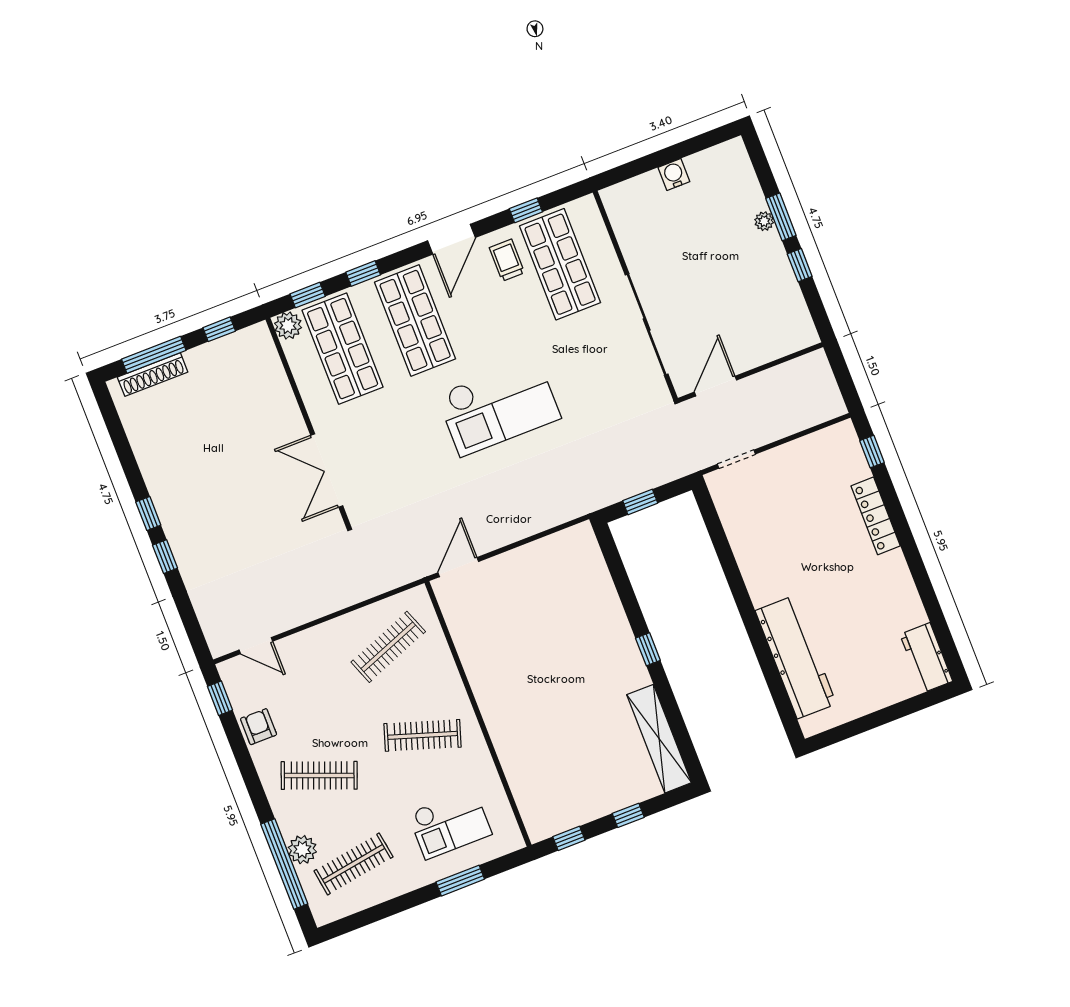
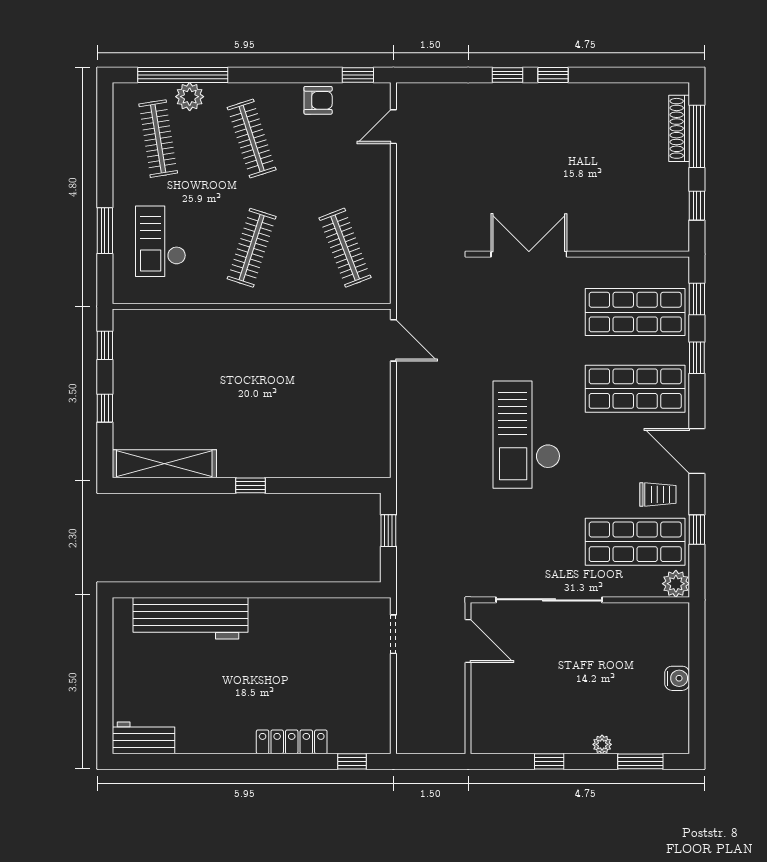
window: (781, 217) -> (640, 761), moved
plant: (288, 326) -> (676, 584), moved
clothes rail: (319, 775) -> (252, 139), turned -39

